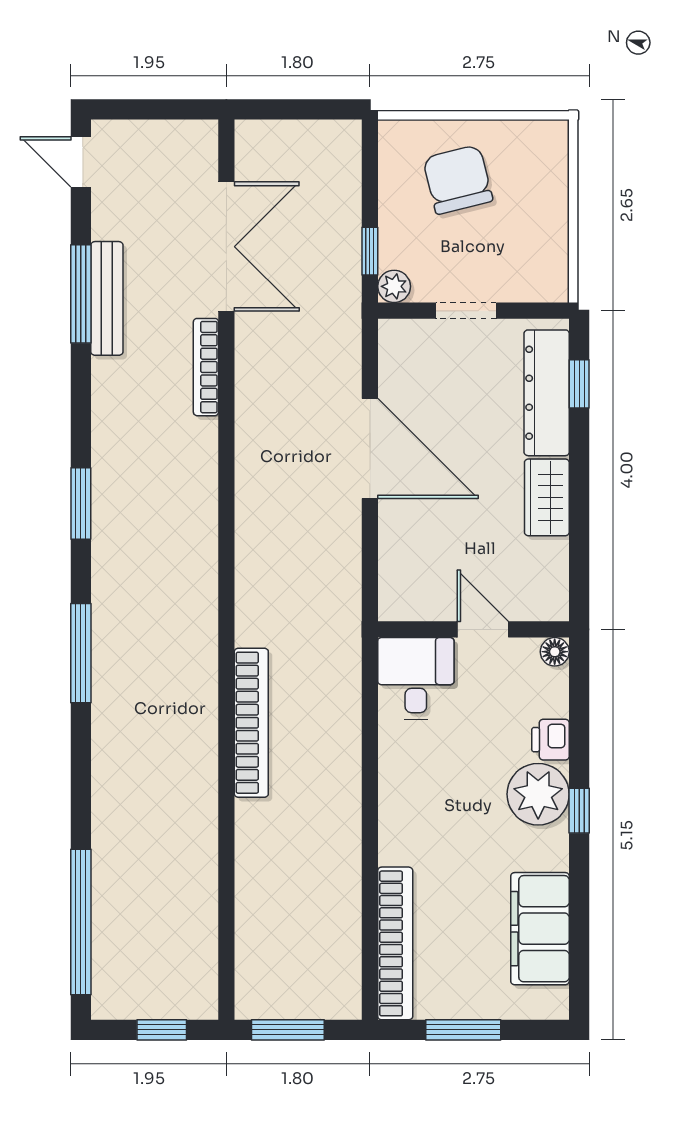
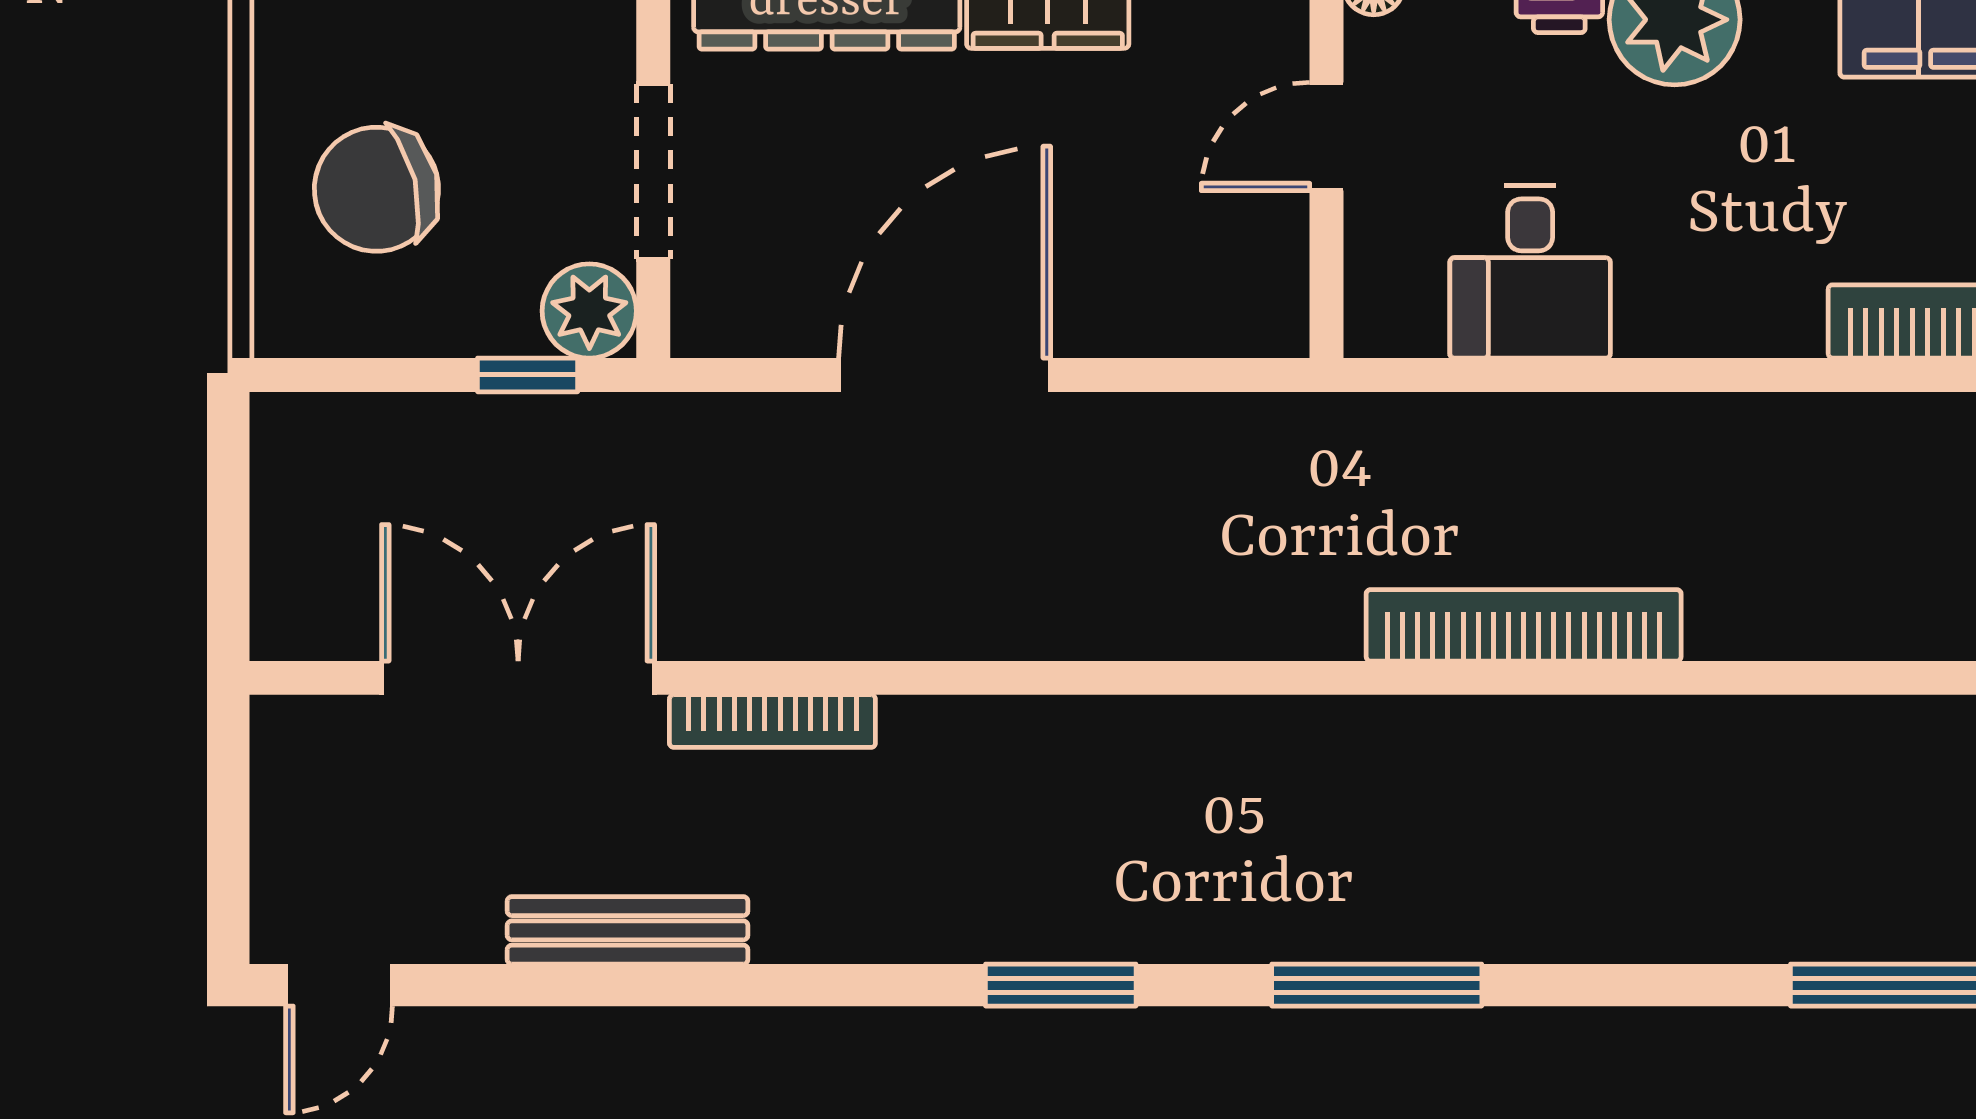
plant: (394, 286) -> (589, 311), width x1.38, depth x1.38
window: (81, 294) -> (618, 985), removed
doorway: (466, 311) -> (653, 172), width x1.38
desk: (416, 678) -> (1530, 272), moved, turned -90

